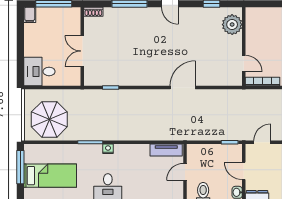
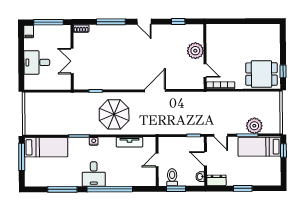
plant: (232, 25) -> (195, 51), moved
desk: (39, 71) -> (37, 62), moved
parasol: (49, 119) -> (114, 114), moved
door: (262, 142) -> (221, 135), swing flipped
tv unit: (166, 150) -> (130, 142), moved
bed: (50, 176) -> (46, 147), moved

